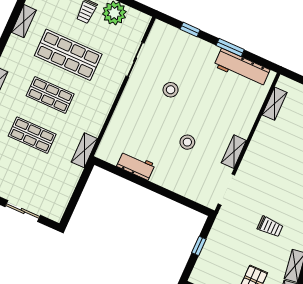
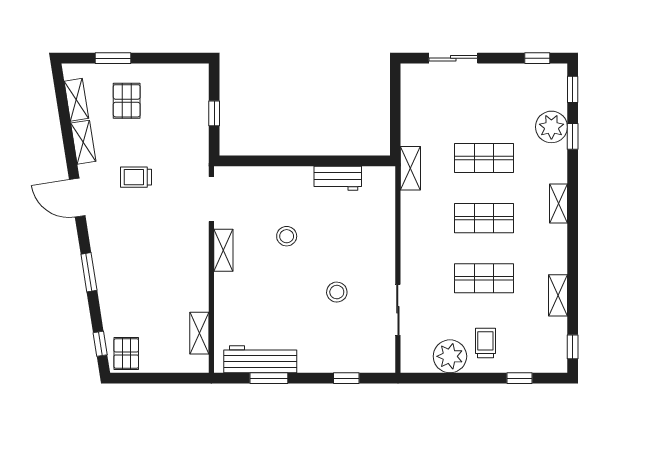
window: (230, 48) -> (269, 378), moved
shop shelf: (68, 55) -> (484, 278), width x0.70, depth x0.74

